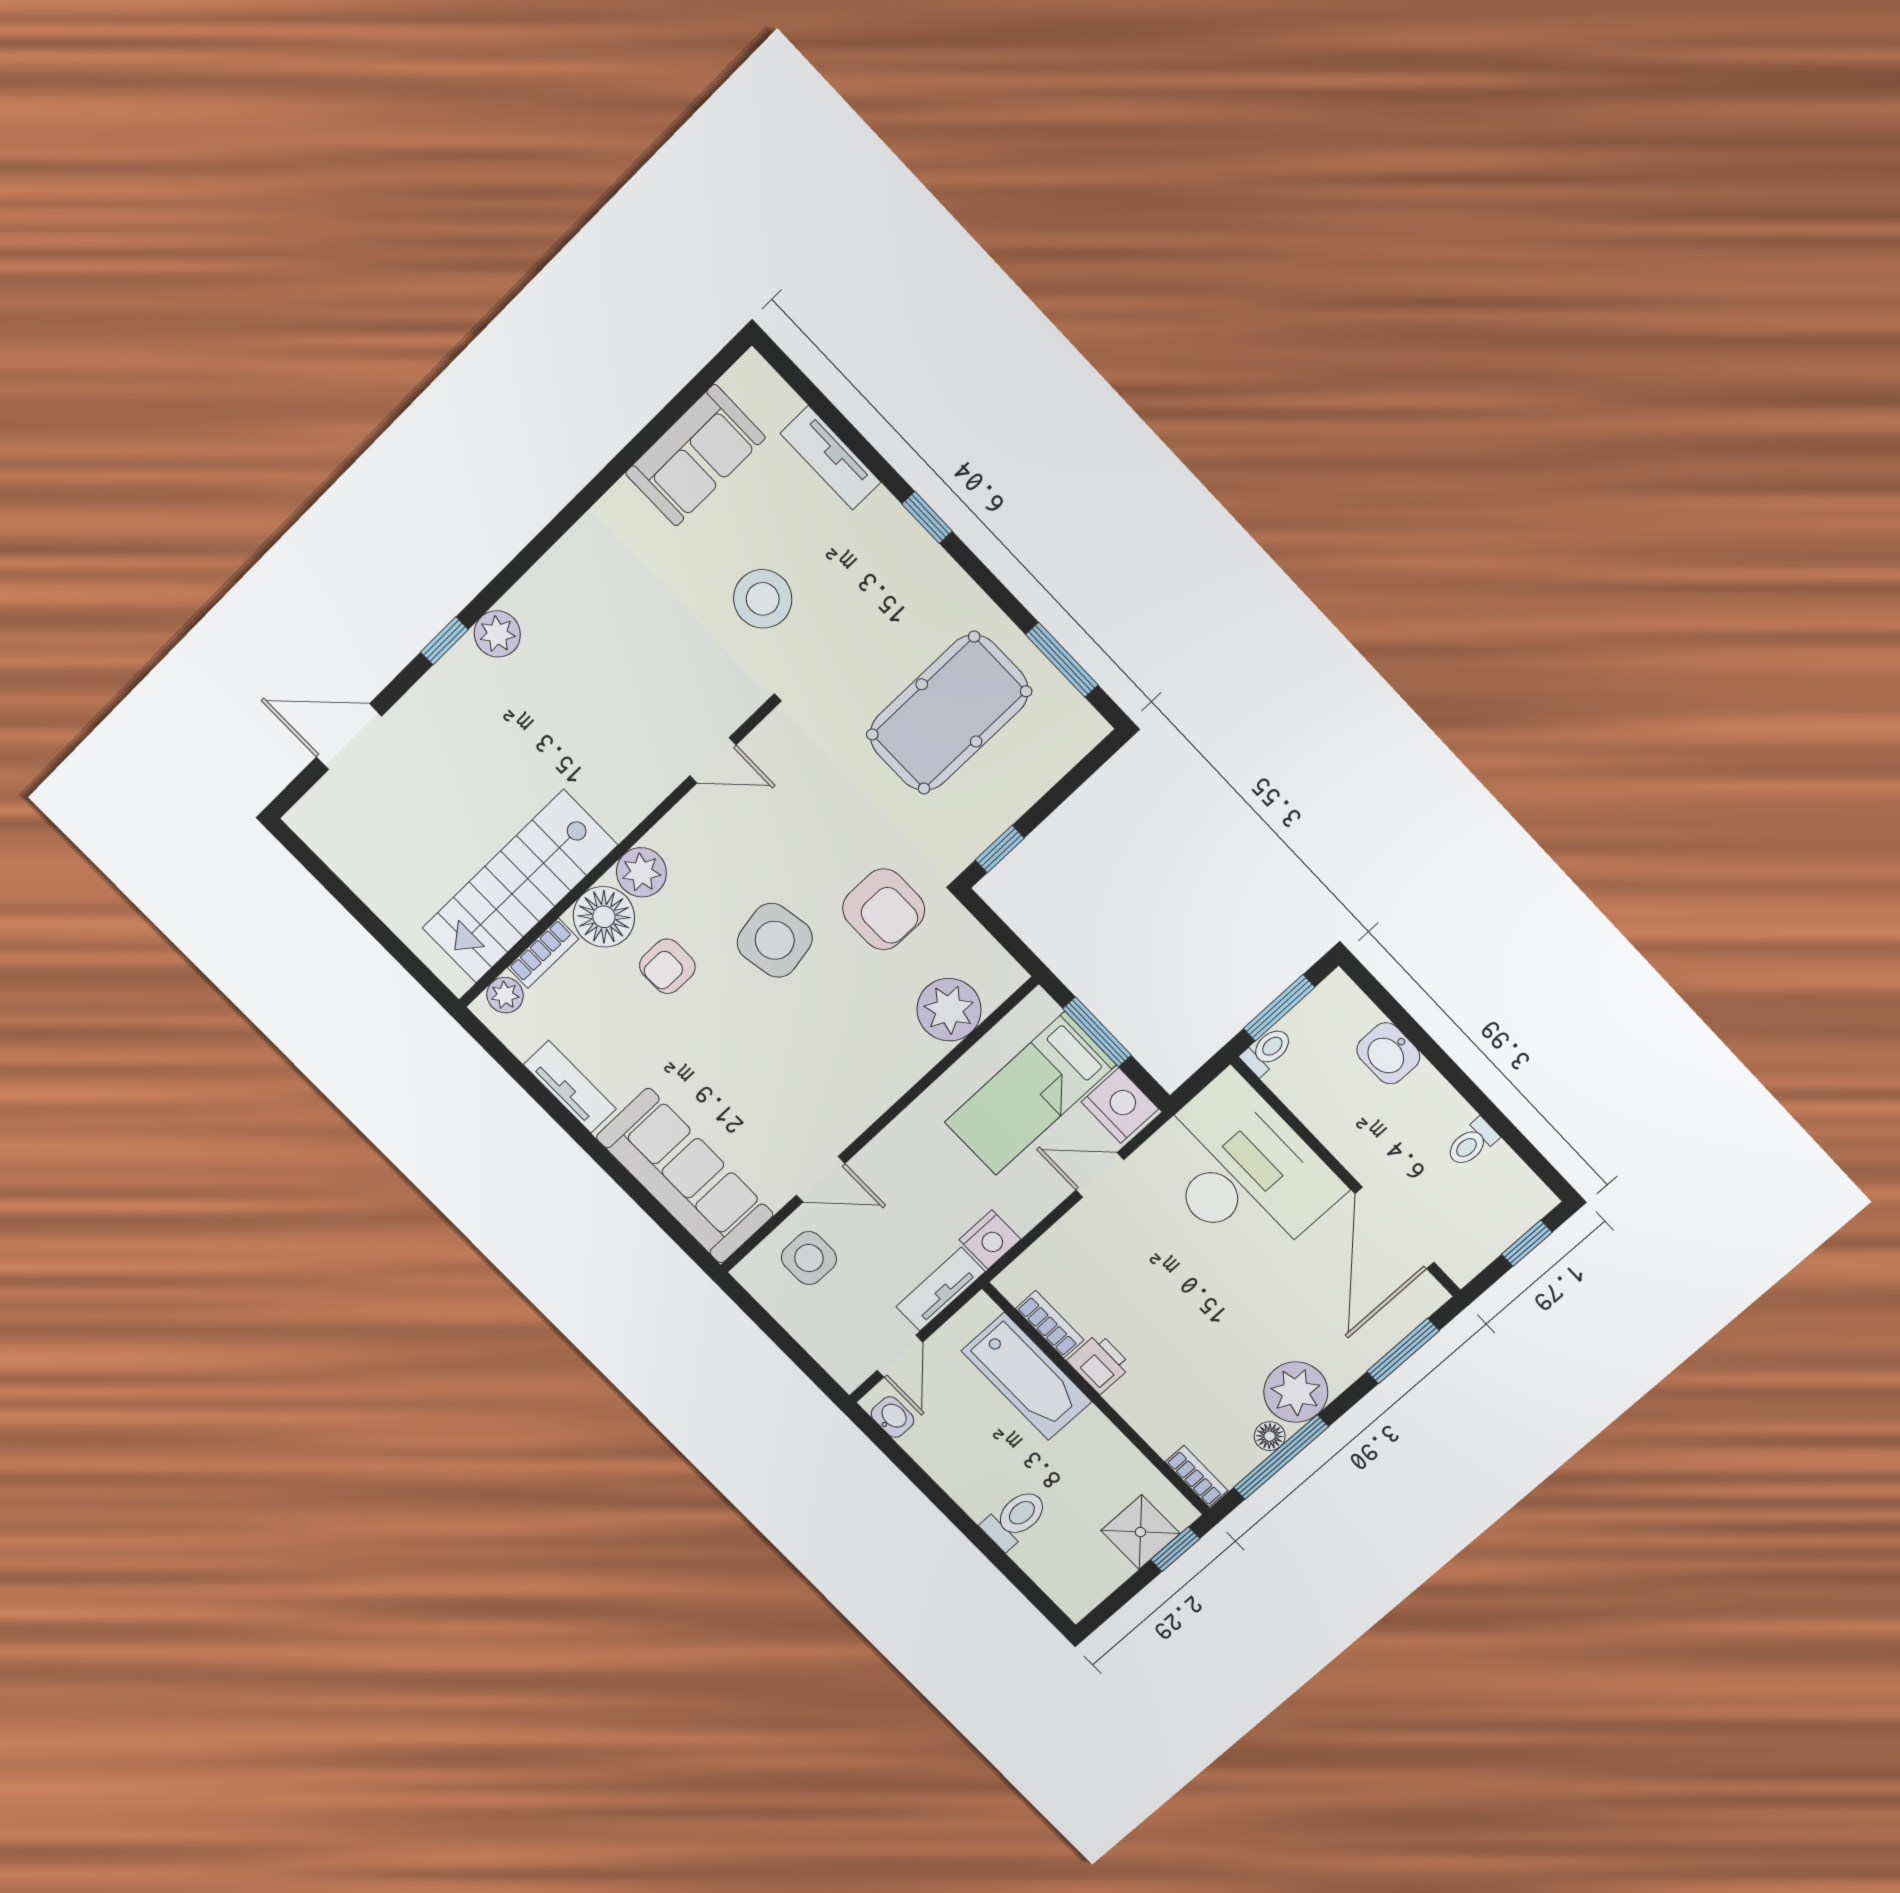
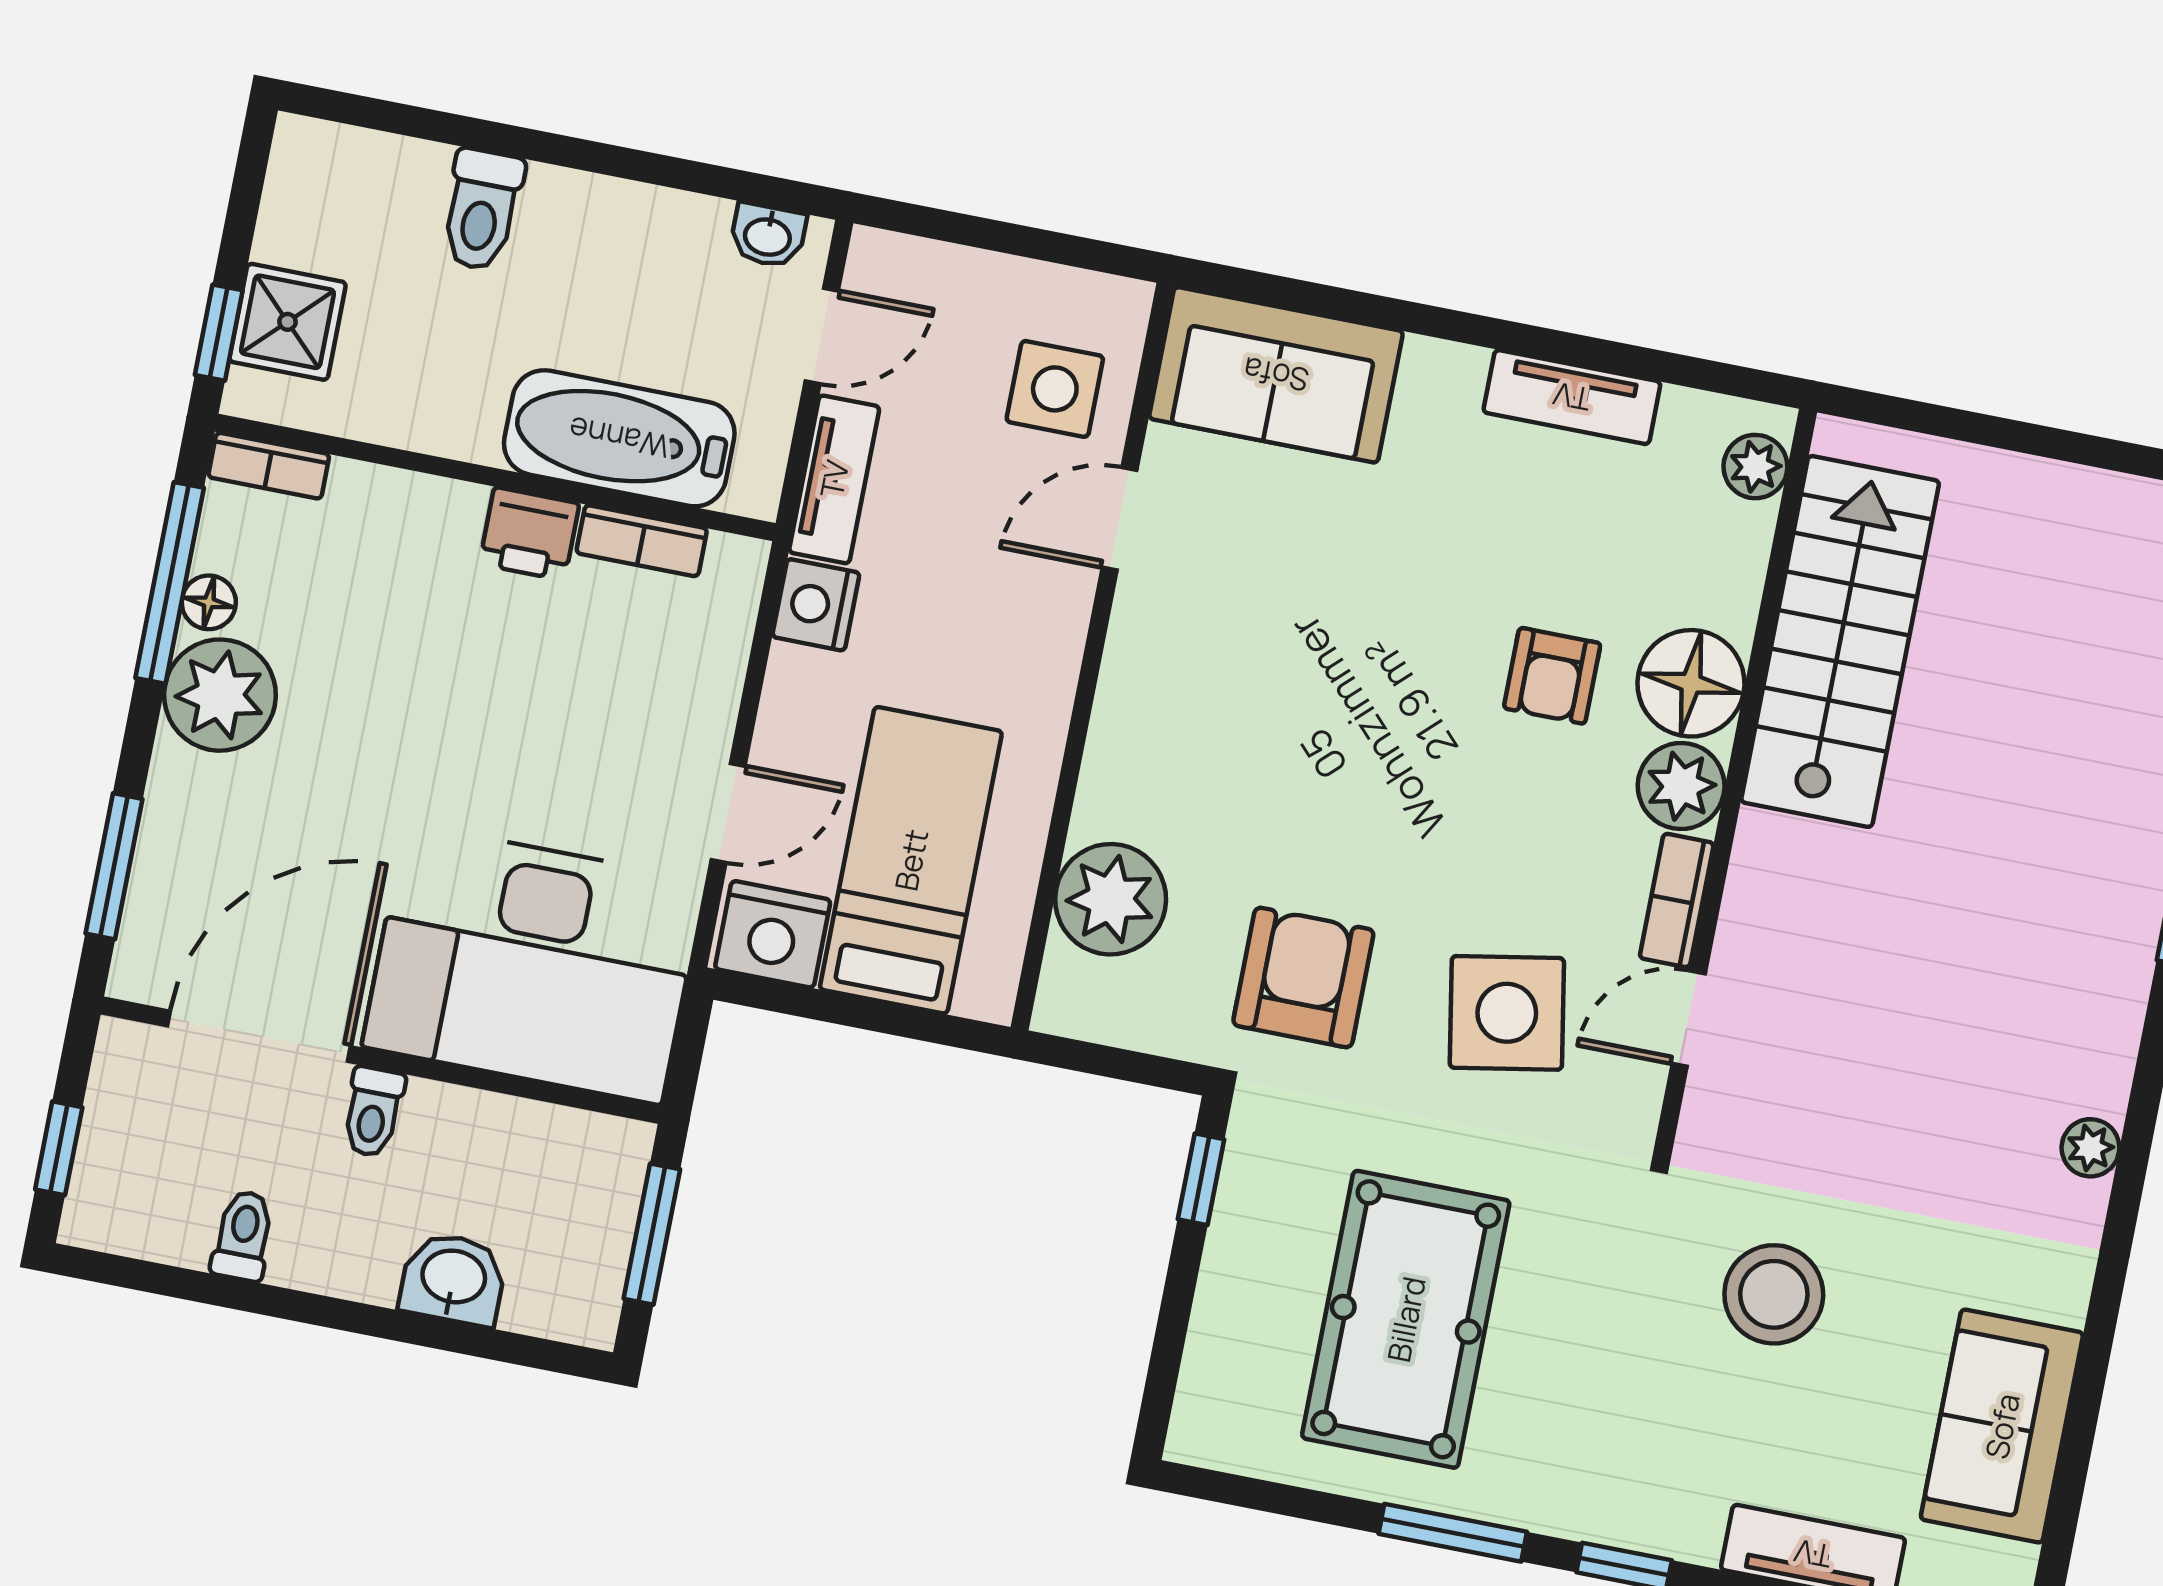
plant: (497, 634) -> (2090, 1148), moved, width x0.73, depth x0.73
window: (1062, 660) -> (1453, 1533), moved
armchair: (884, 909) -> (1303, 978), turned 90
side table: (775, 940) -> (1507, 1013), moved
bookcase: (543, 953) -> (1677, 900), moved
armchair: (667, 966) -> (1552, 676), turned 180
window: (1097, 1032) -> (881, 1017), removed
toilet: (1267, 1051) -> (373, 1112), moved
sofa: (685, 1176) -> (1276, 375), width x0.73
door: (1395, 1228) -> (259, 1036), hinge flipped
door: (900, 1356) -> (822, 336), swing flipped

